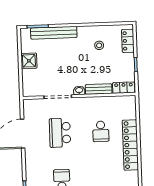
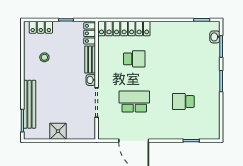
school desk: (60, 133) -> (134, 102), turned 180
locker: (130, 145) -> (124, 28), moved

